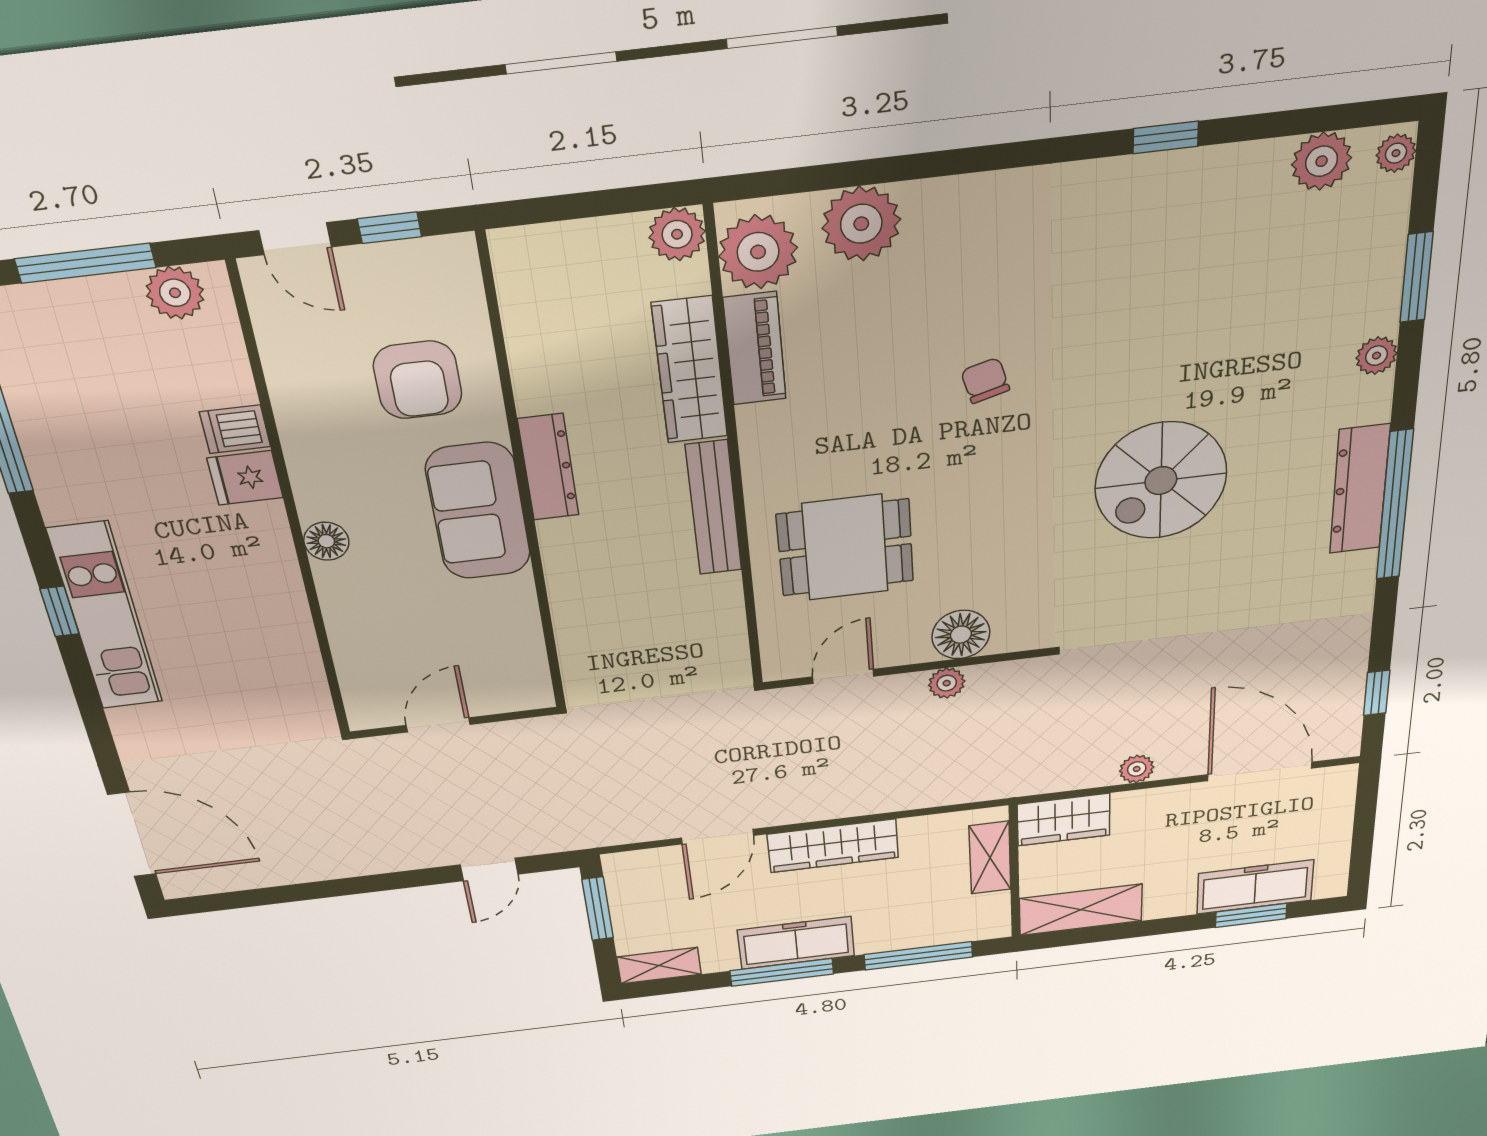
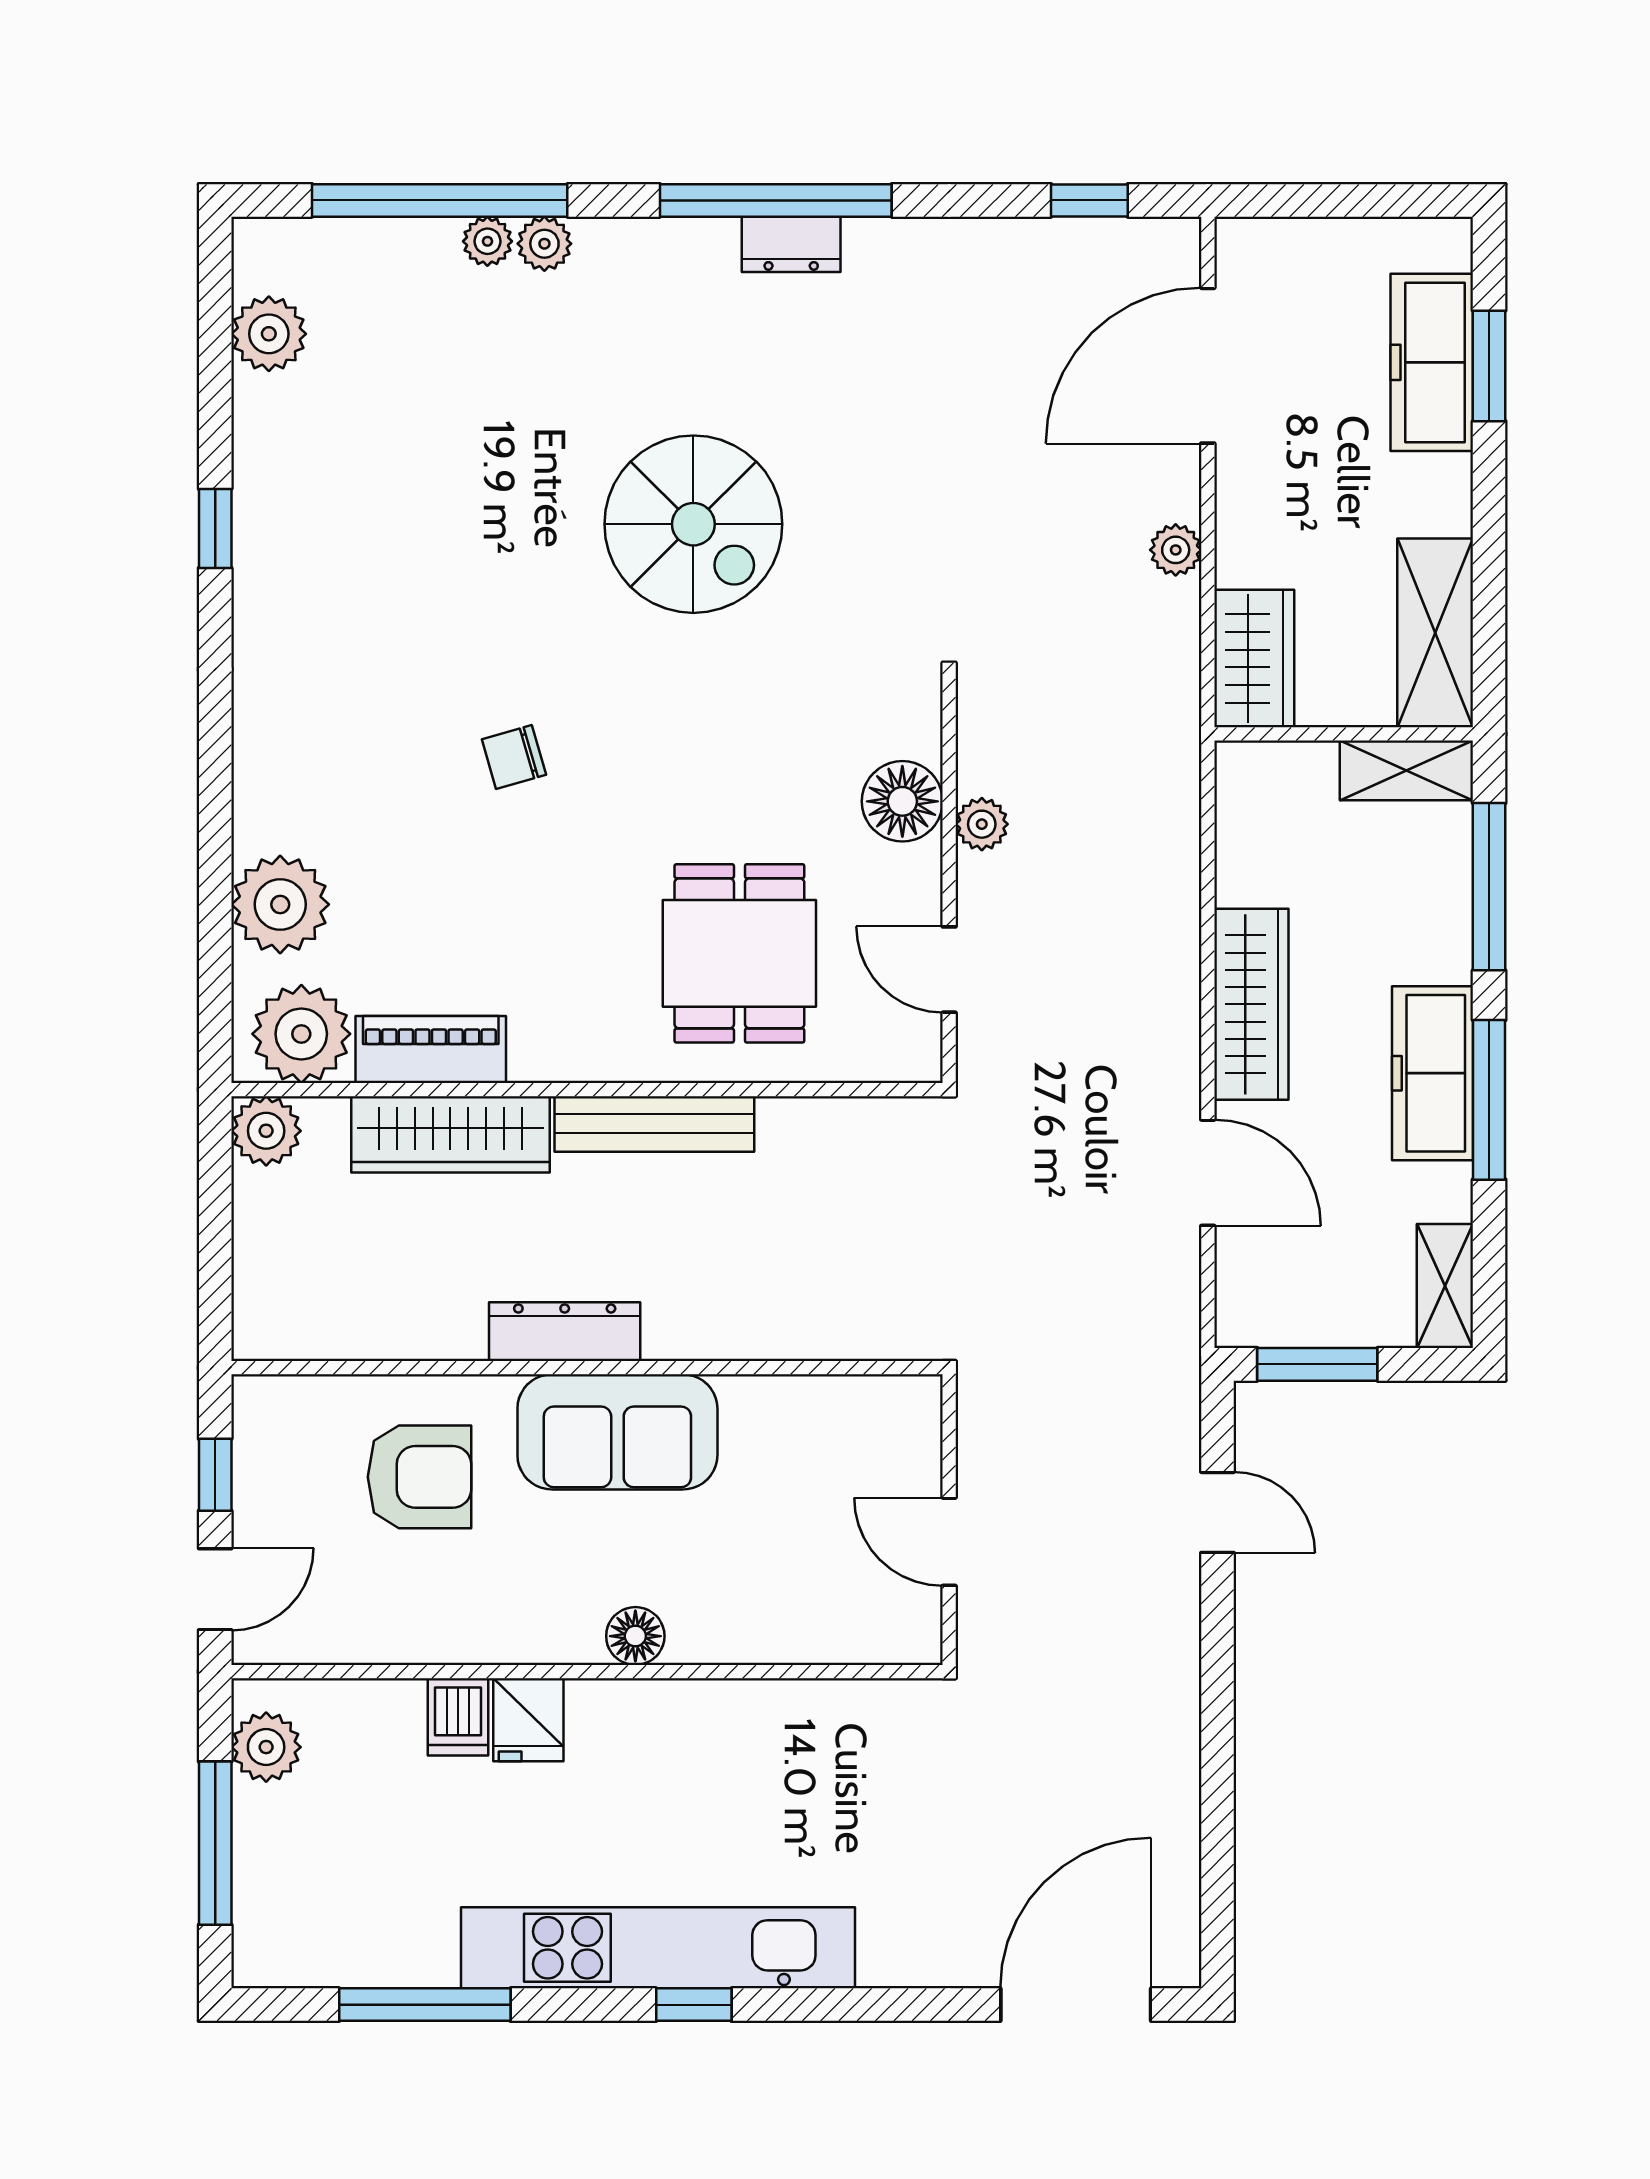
plant: (1396, 153) -> (487, 241), moved
window: (1417, 277) -> (440, 200), width x2.11
dresser: (1360, 489) -> (791, 244), width x0.51, depth x0.80
kitchen unit: (105, 617) -> (658, 1948), width x1.36
shelving: (990, 858) -> (1406, 770), moved

